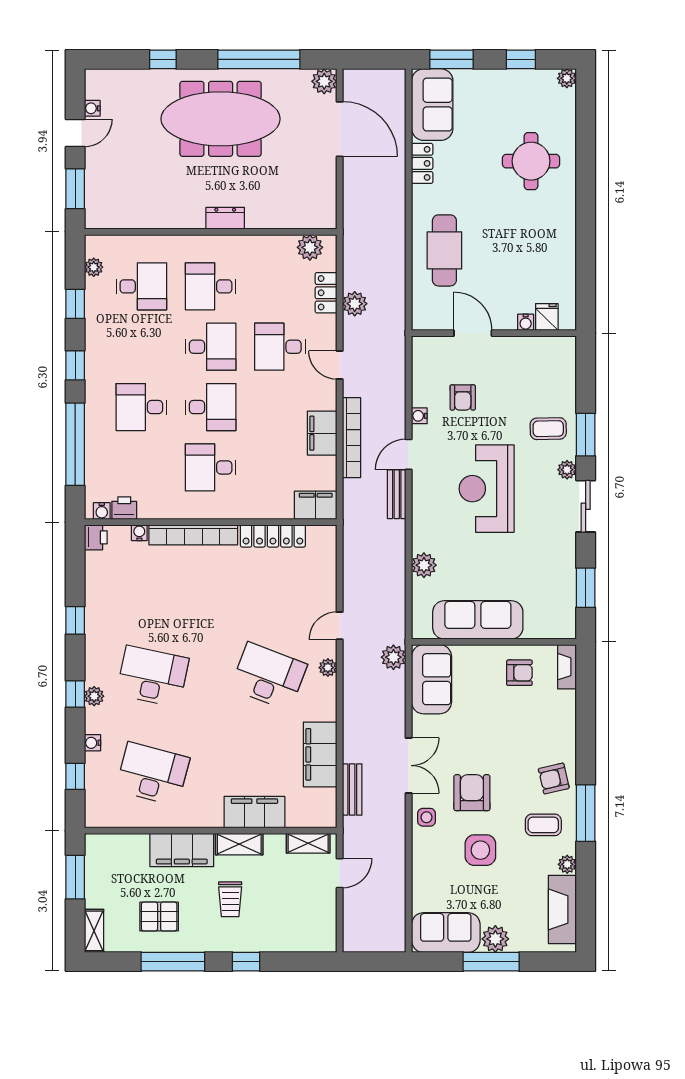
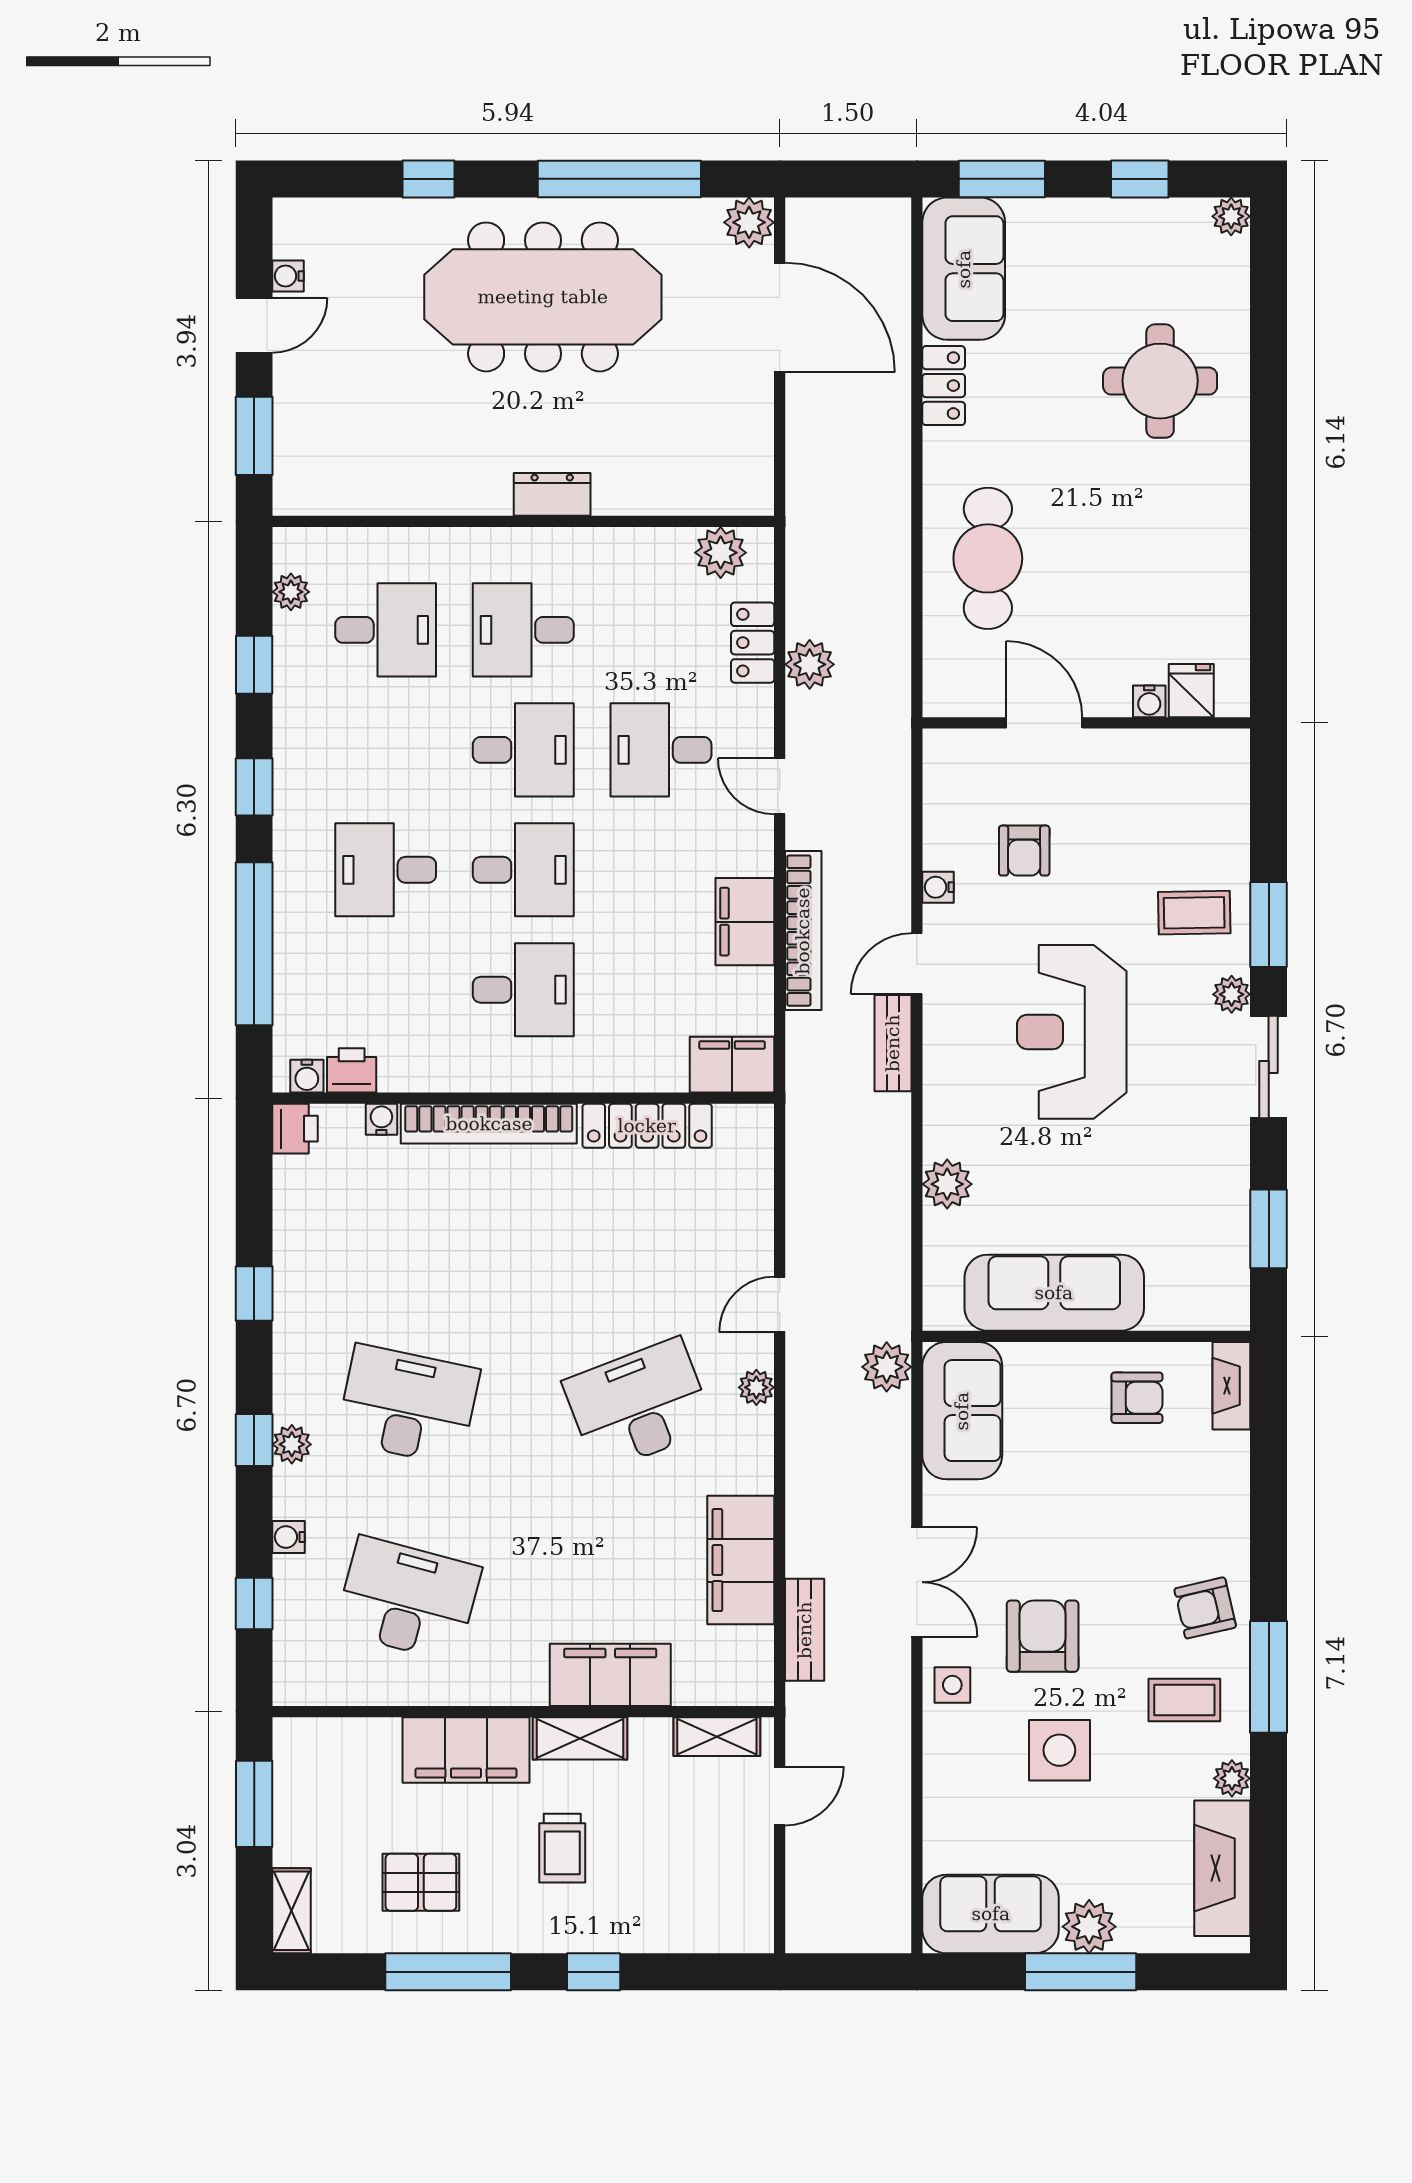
desk: (211, 467) -> (523, 990), turned 180
desk: (269, 676) -> (639, 1405), turned -42

